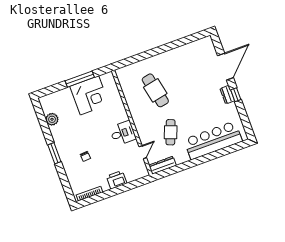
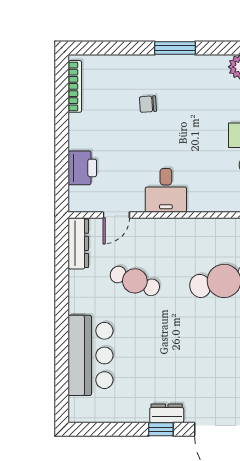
bar counter: (213, 140) -> (91, 355), width x0.73
door: (143, 152) -> (116, 215), hinge flipped
printer: (117, 180) -> (82, 168), moved

